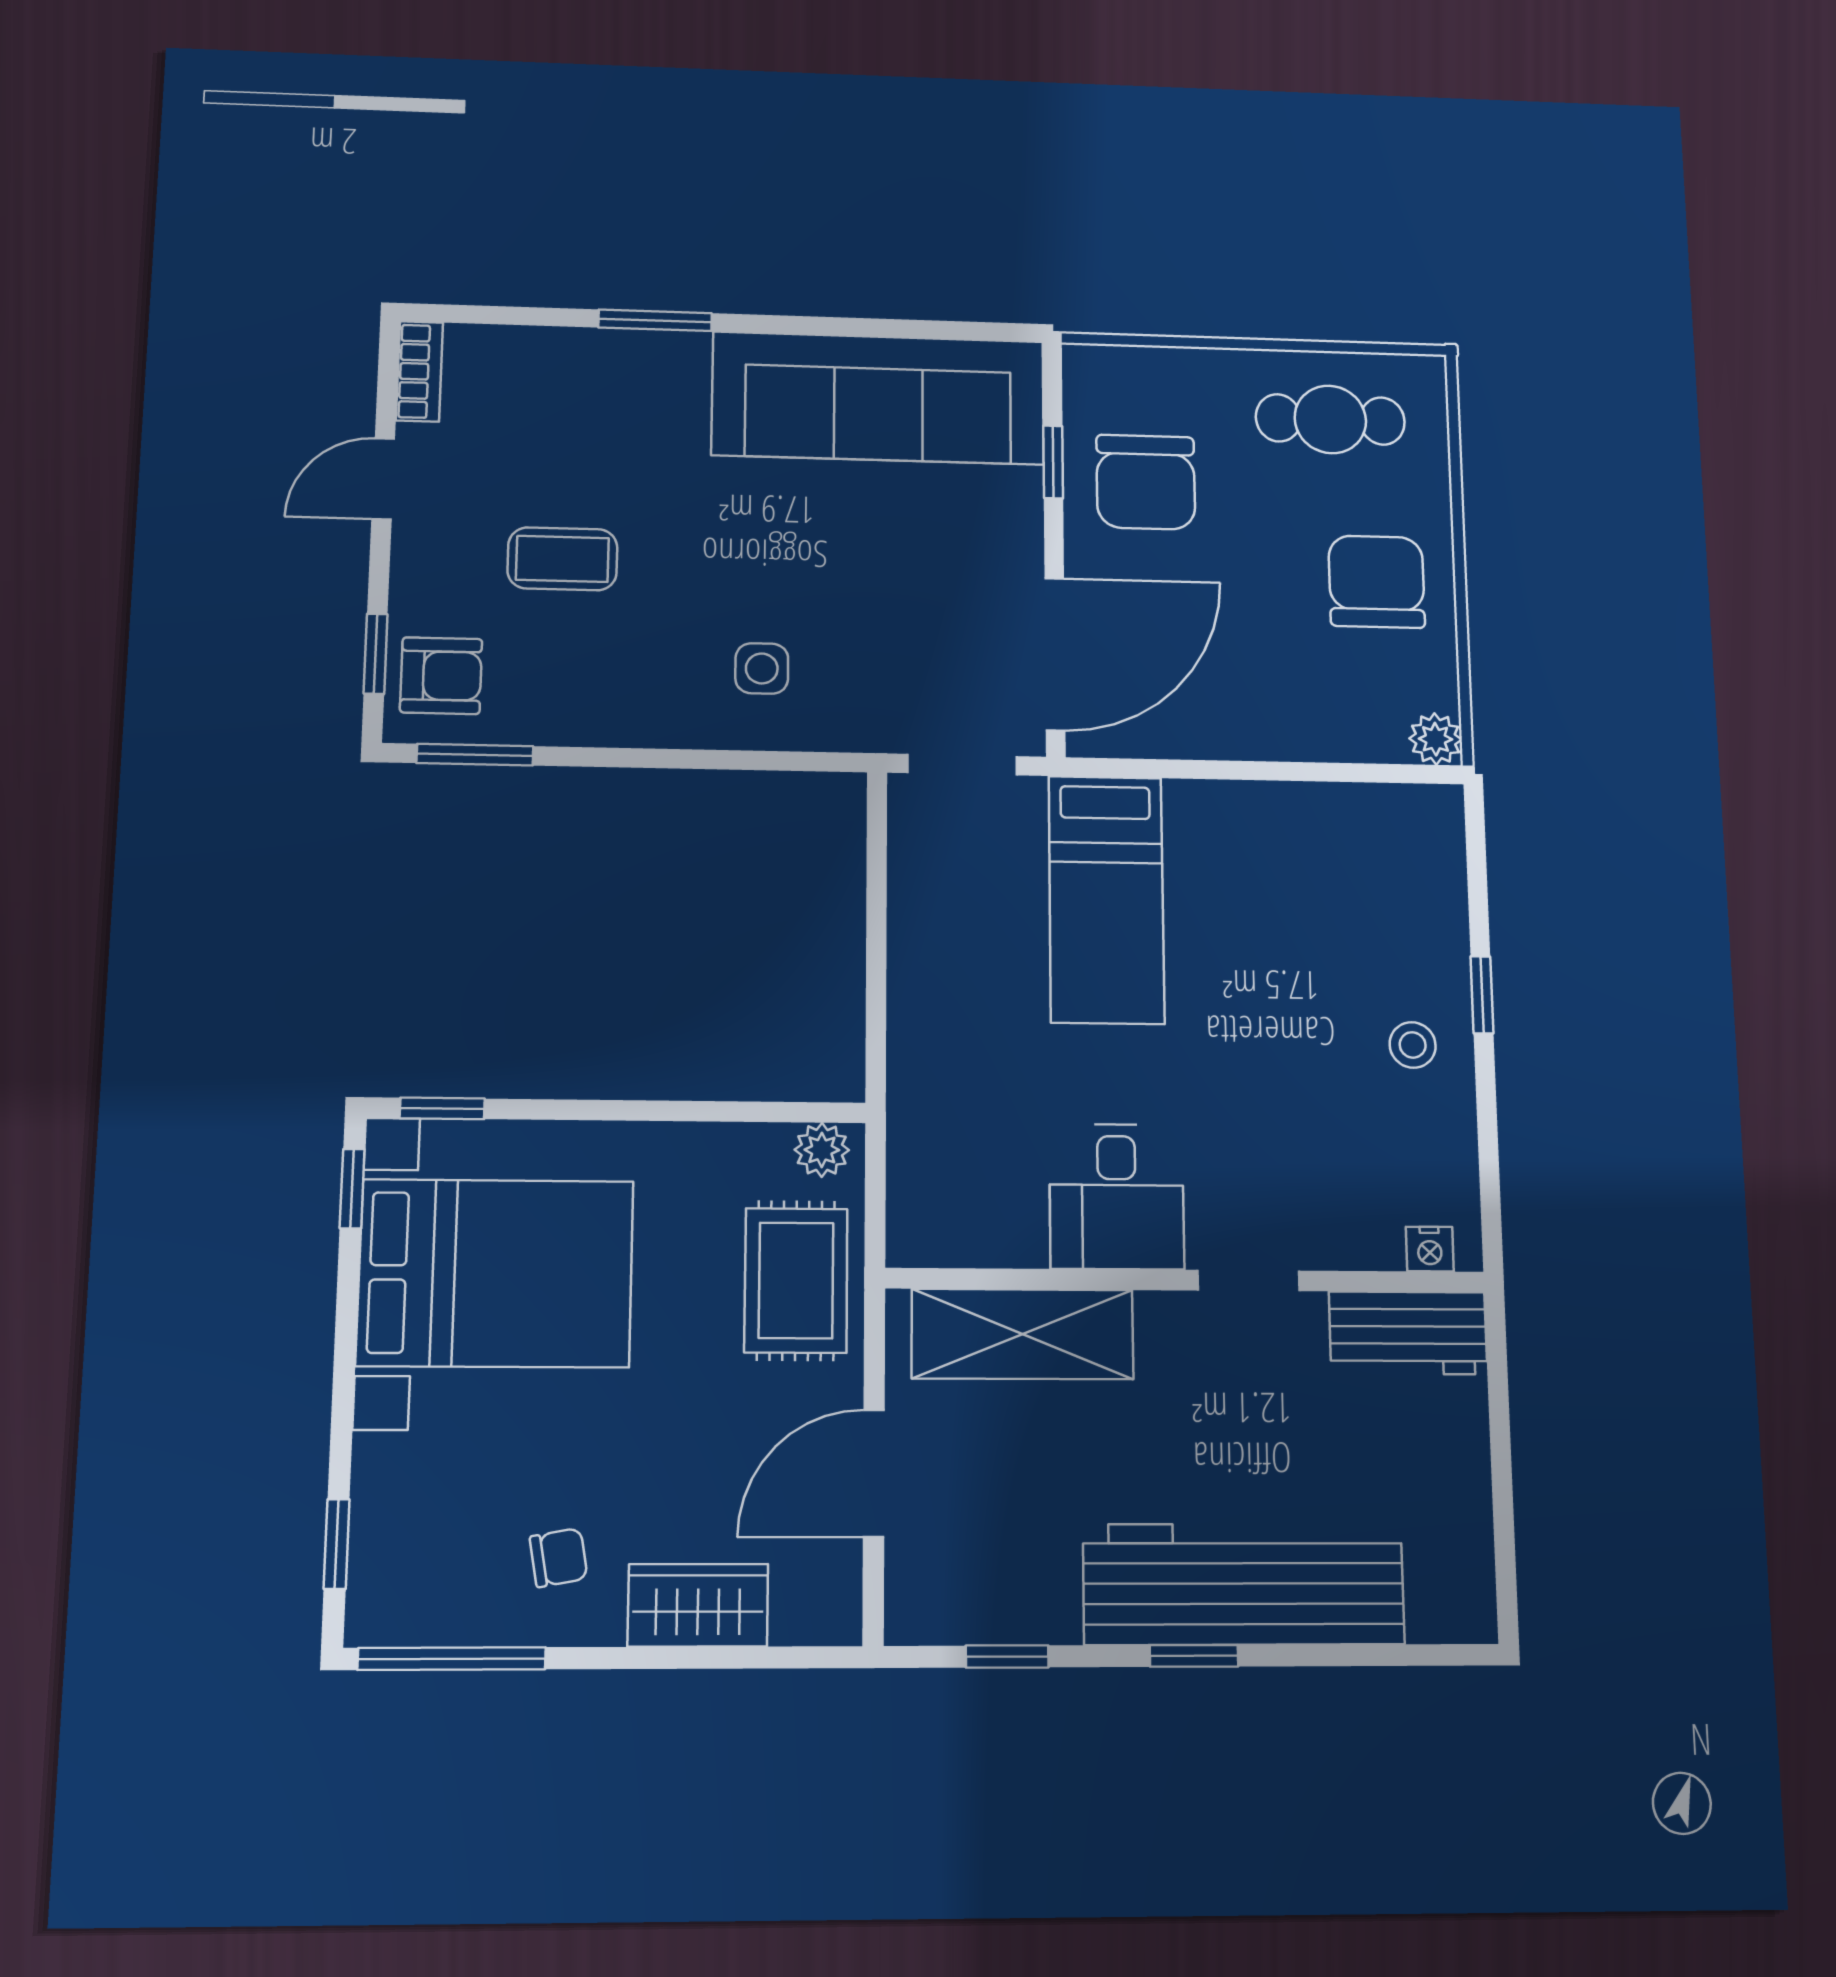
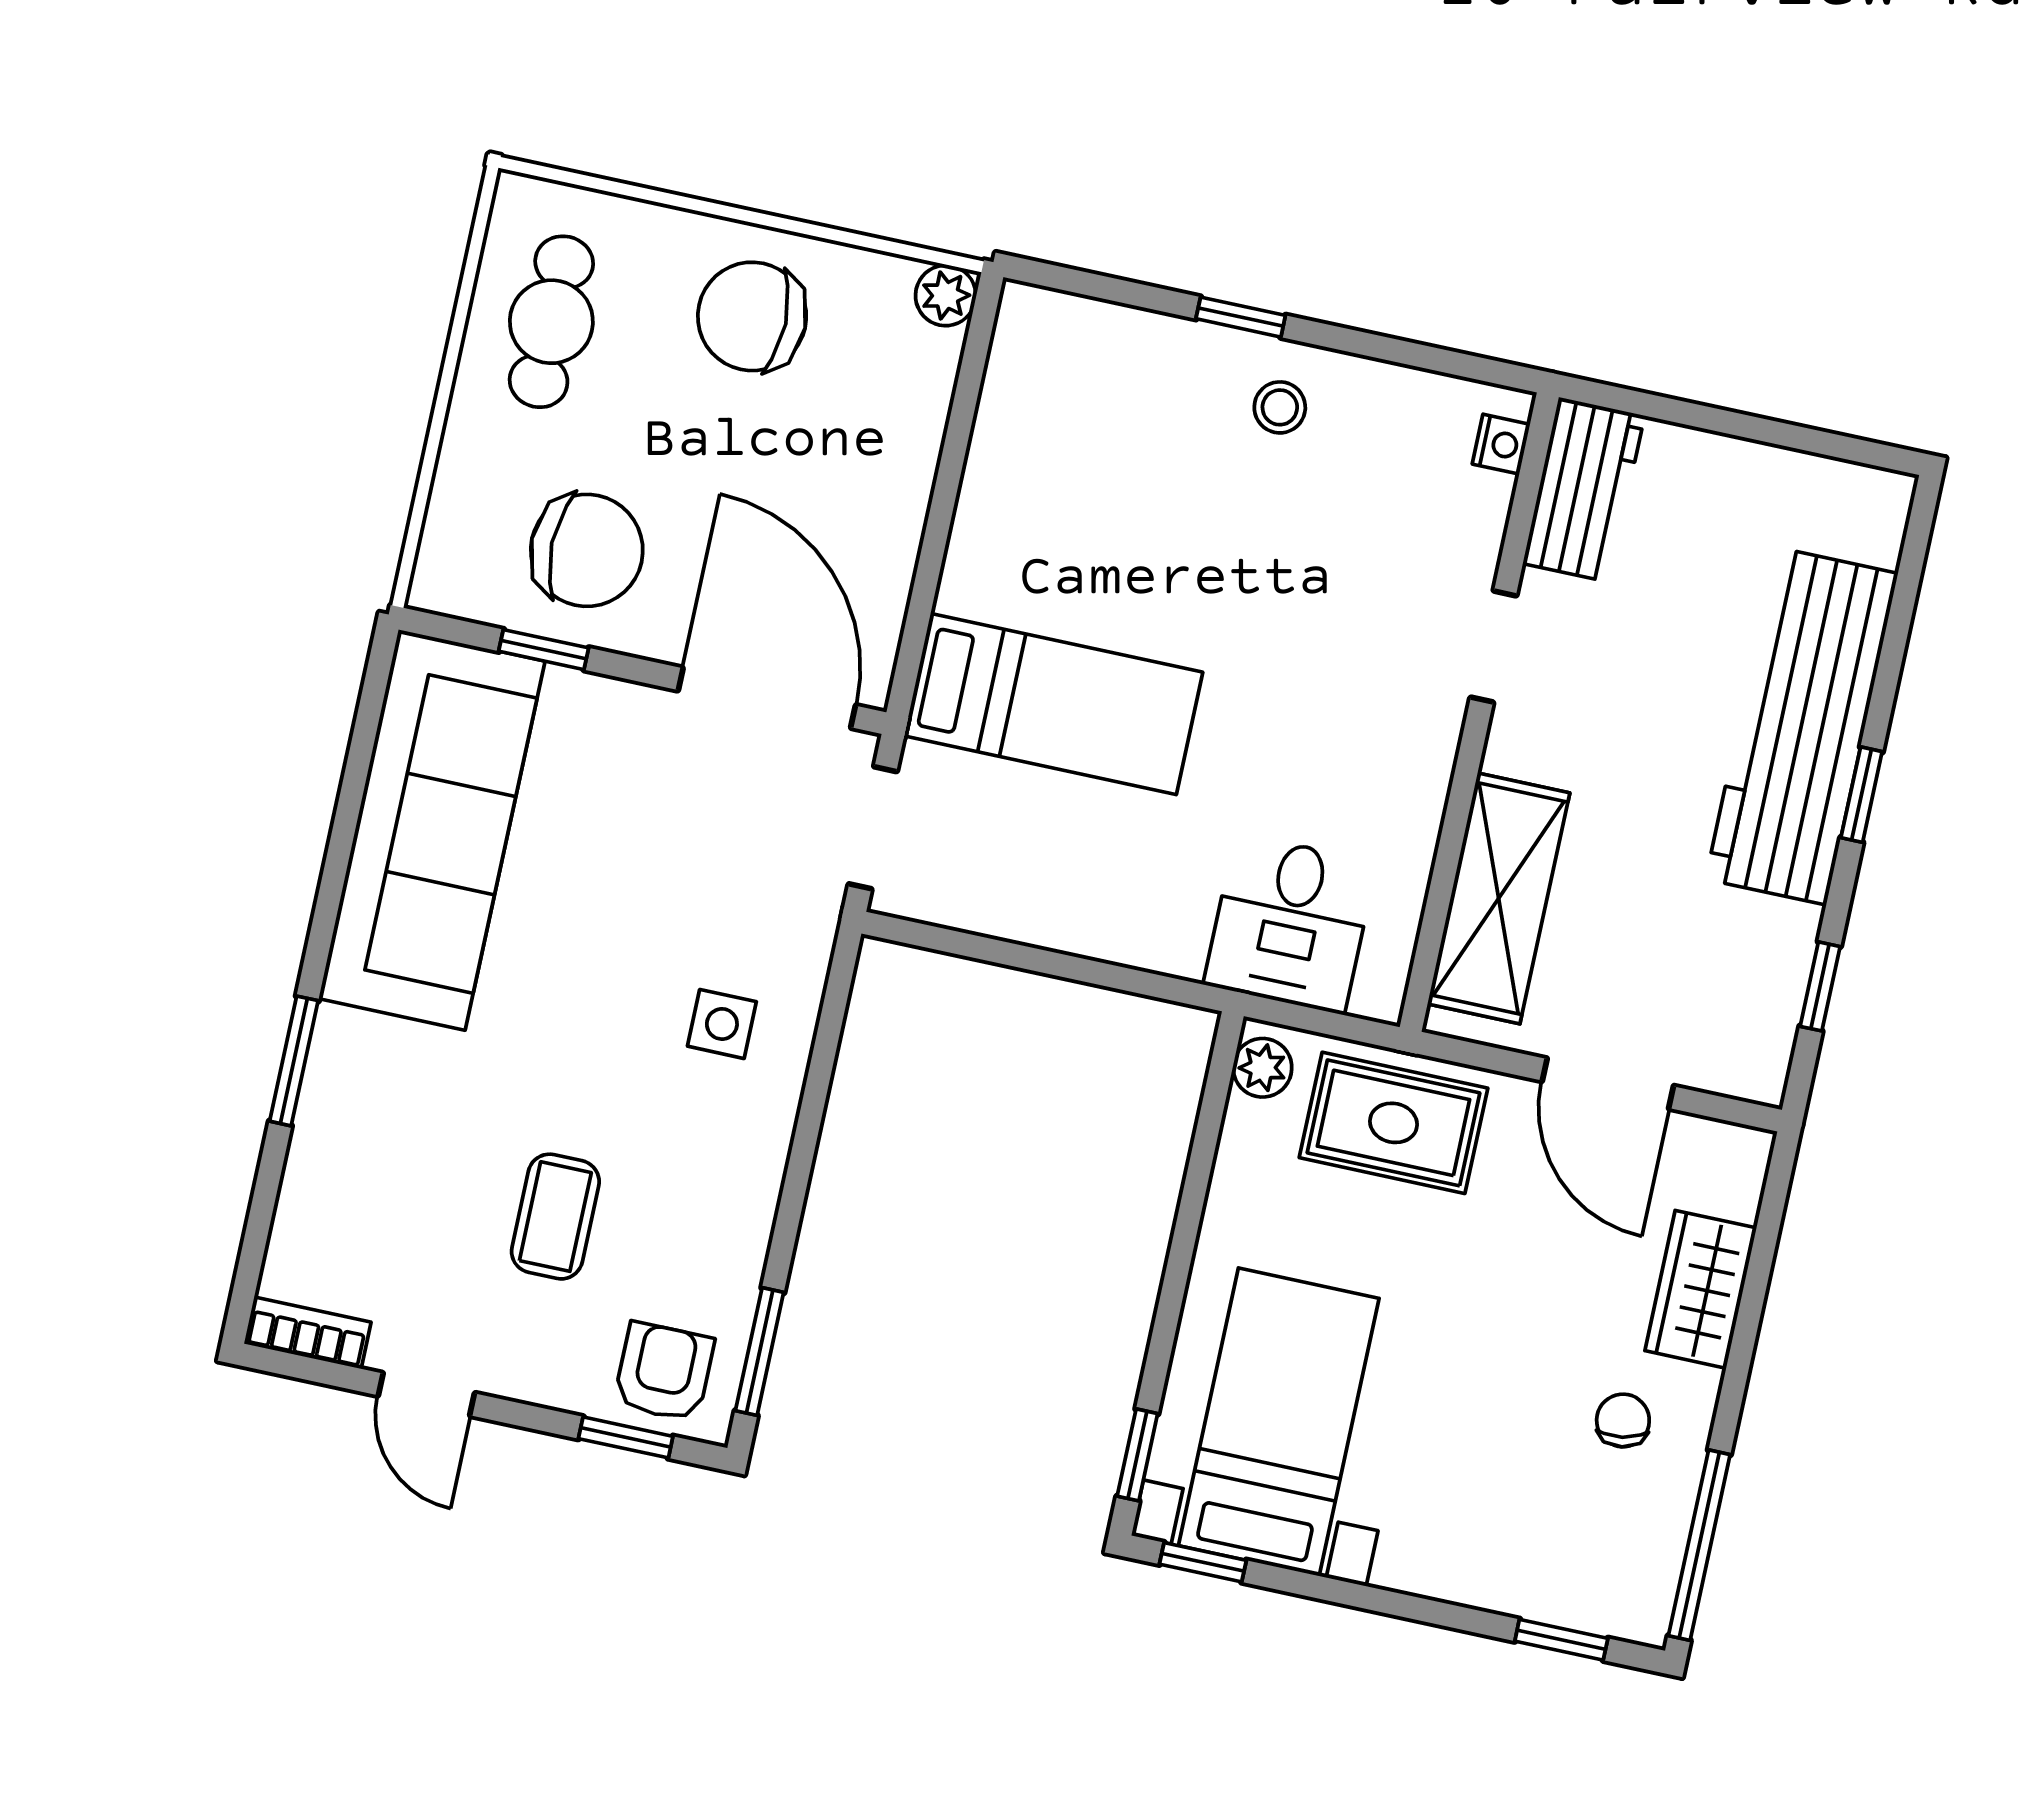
desk: (1117, 1197) -> (1290, 924), moved, turned 90
bed with nightstands: (496, 1273) -> (1279, 1422), width x0.73

